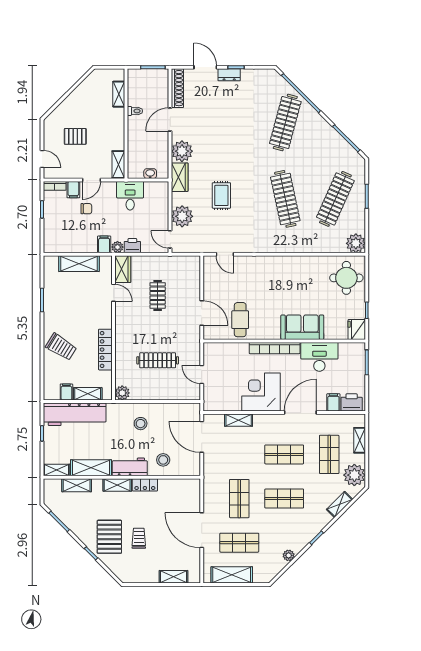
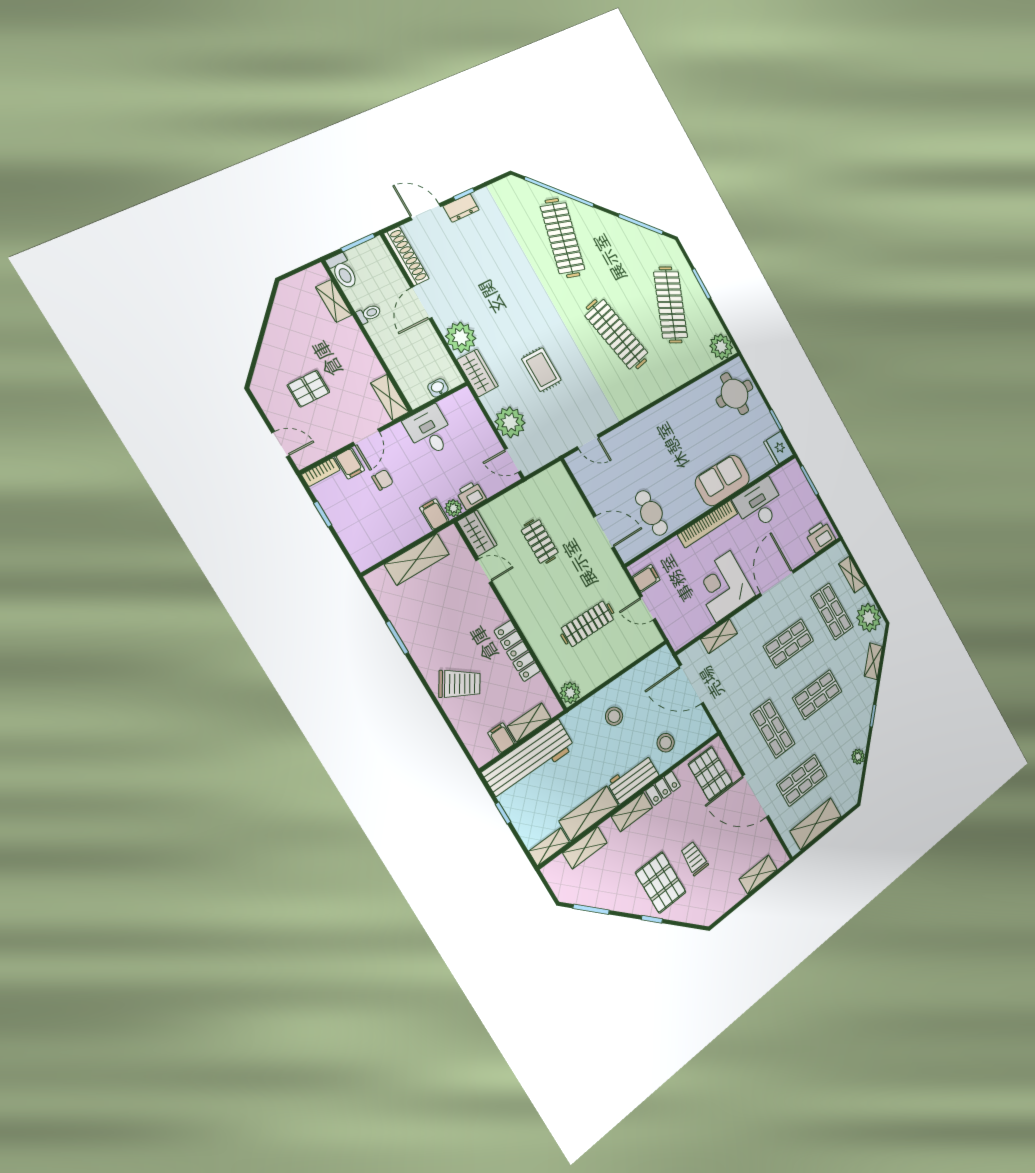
toilet: (134, 80) -> (343, 271), added
filing cabinet: (333, 402) -> (646, 578), moved, turned 90
pallet: (180, 497) -> (710, 774), added

